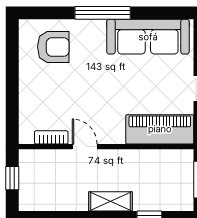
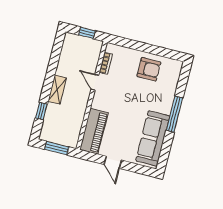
armchair: (53, 47) -> (149, 69), moved, turned -90
door: (85, 147) -> (95, 82), swing flipped

